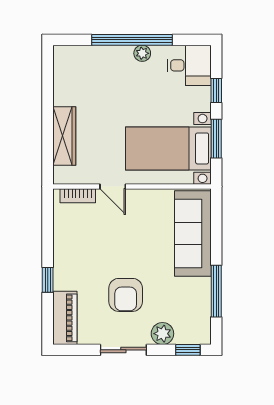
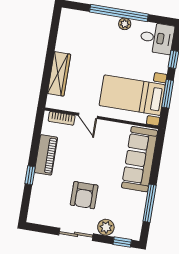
piano: (65, 318) -> (46, 155), moved

